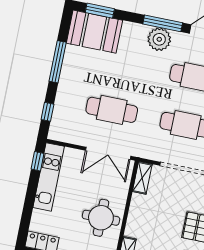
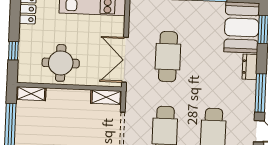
dresser: (135, 30) -> (250, 67), added
plant: (159, 39) -> (244, 92), removed

